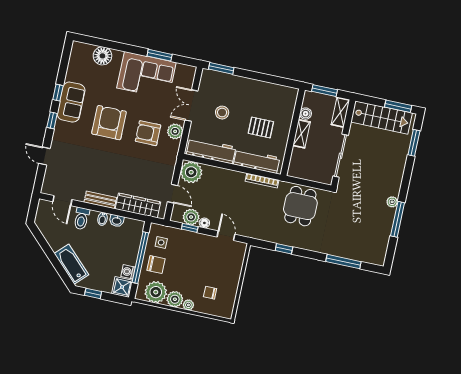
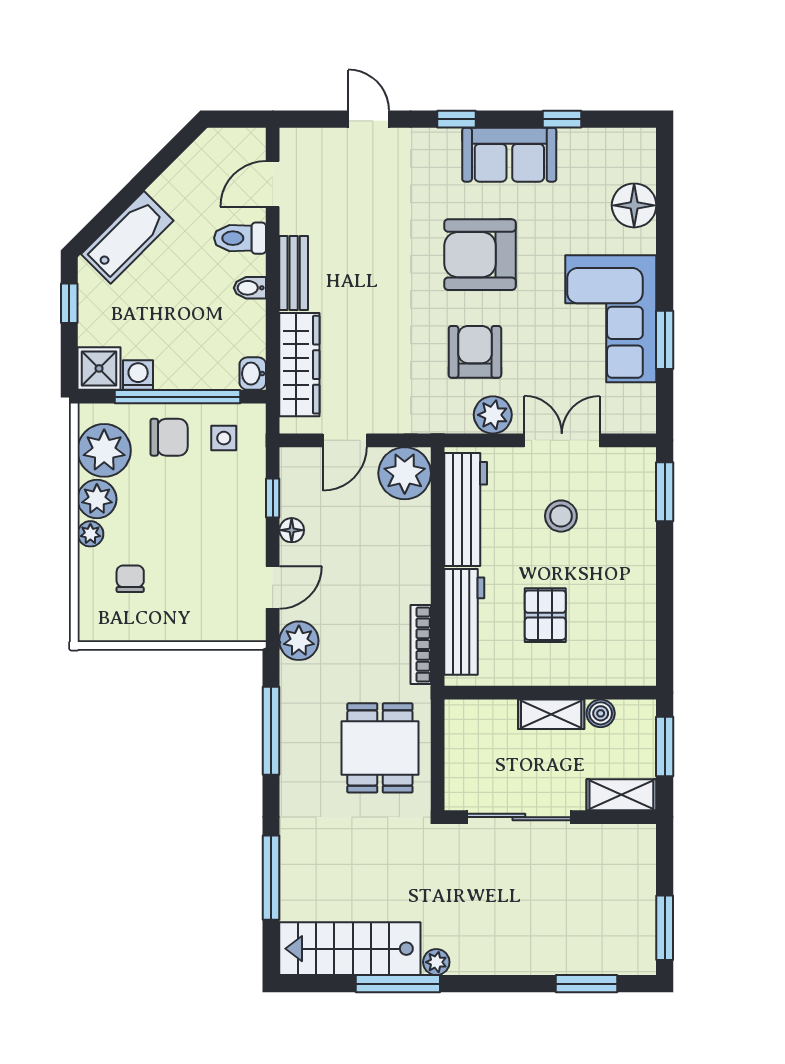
window: (58, 93) -> (562, 119), moved
stairs: (381, 118) -> (350, 949), moved, turned 90
armchair: (109, 123) -> (480, 255), turned 180
door: (44, 156) -> (369, 119), hinge flipped
dining table: (300, 206) -> (380, 748), turned 90
plant: (191, 217) -> (299, 641), moved
washbasin: (117, 221) -> (253, 374), moved
window: (284, 249) -> (271, 731), width x2.17
chair: (156, 265) -> (169, 437), turned -90

